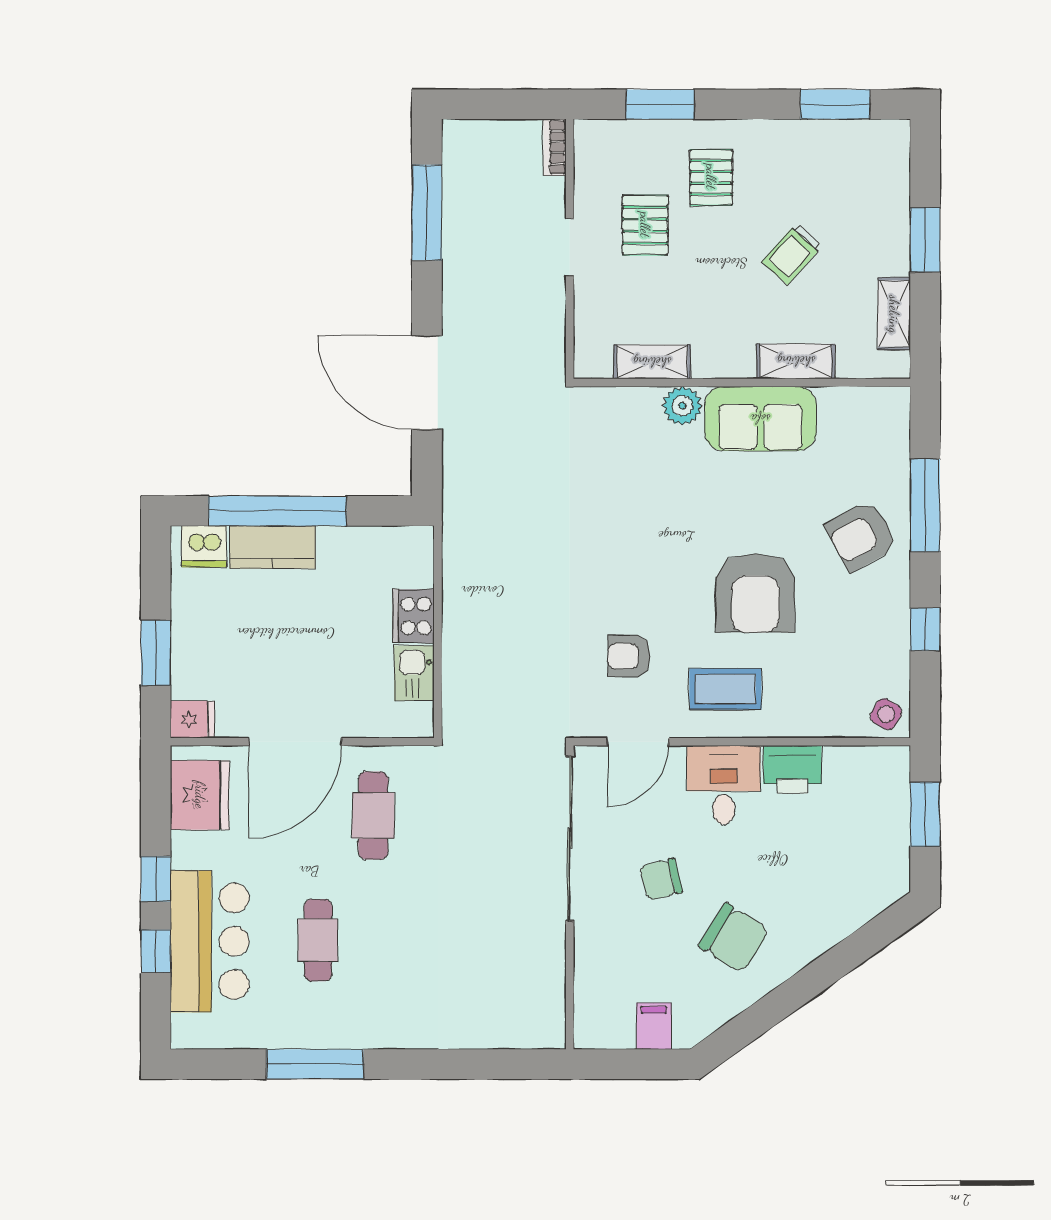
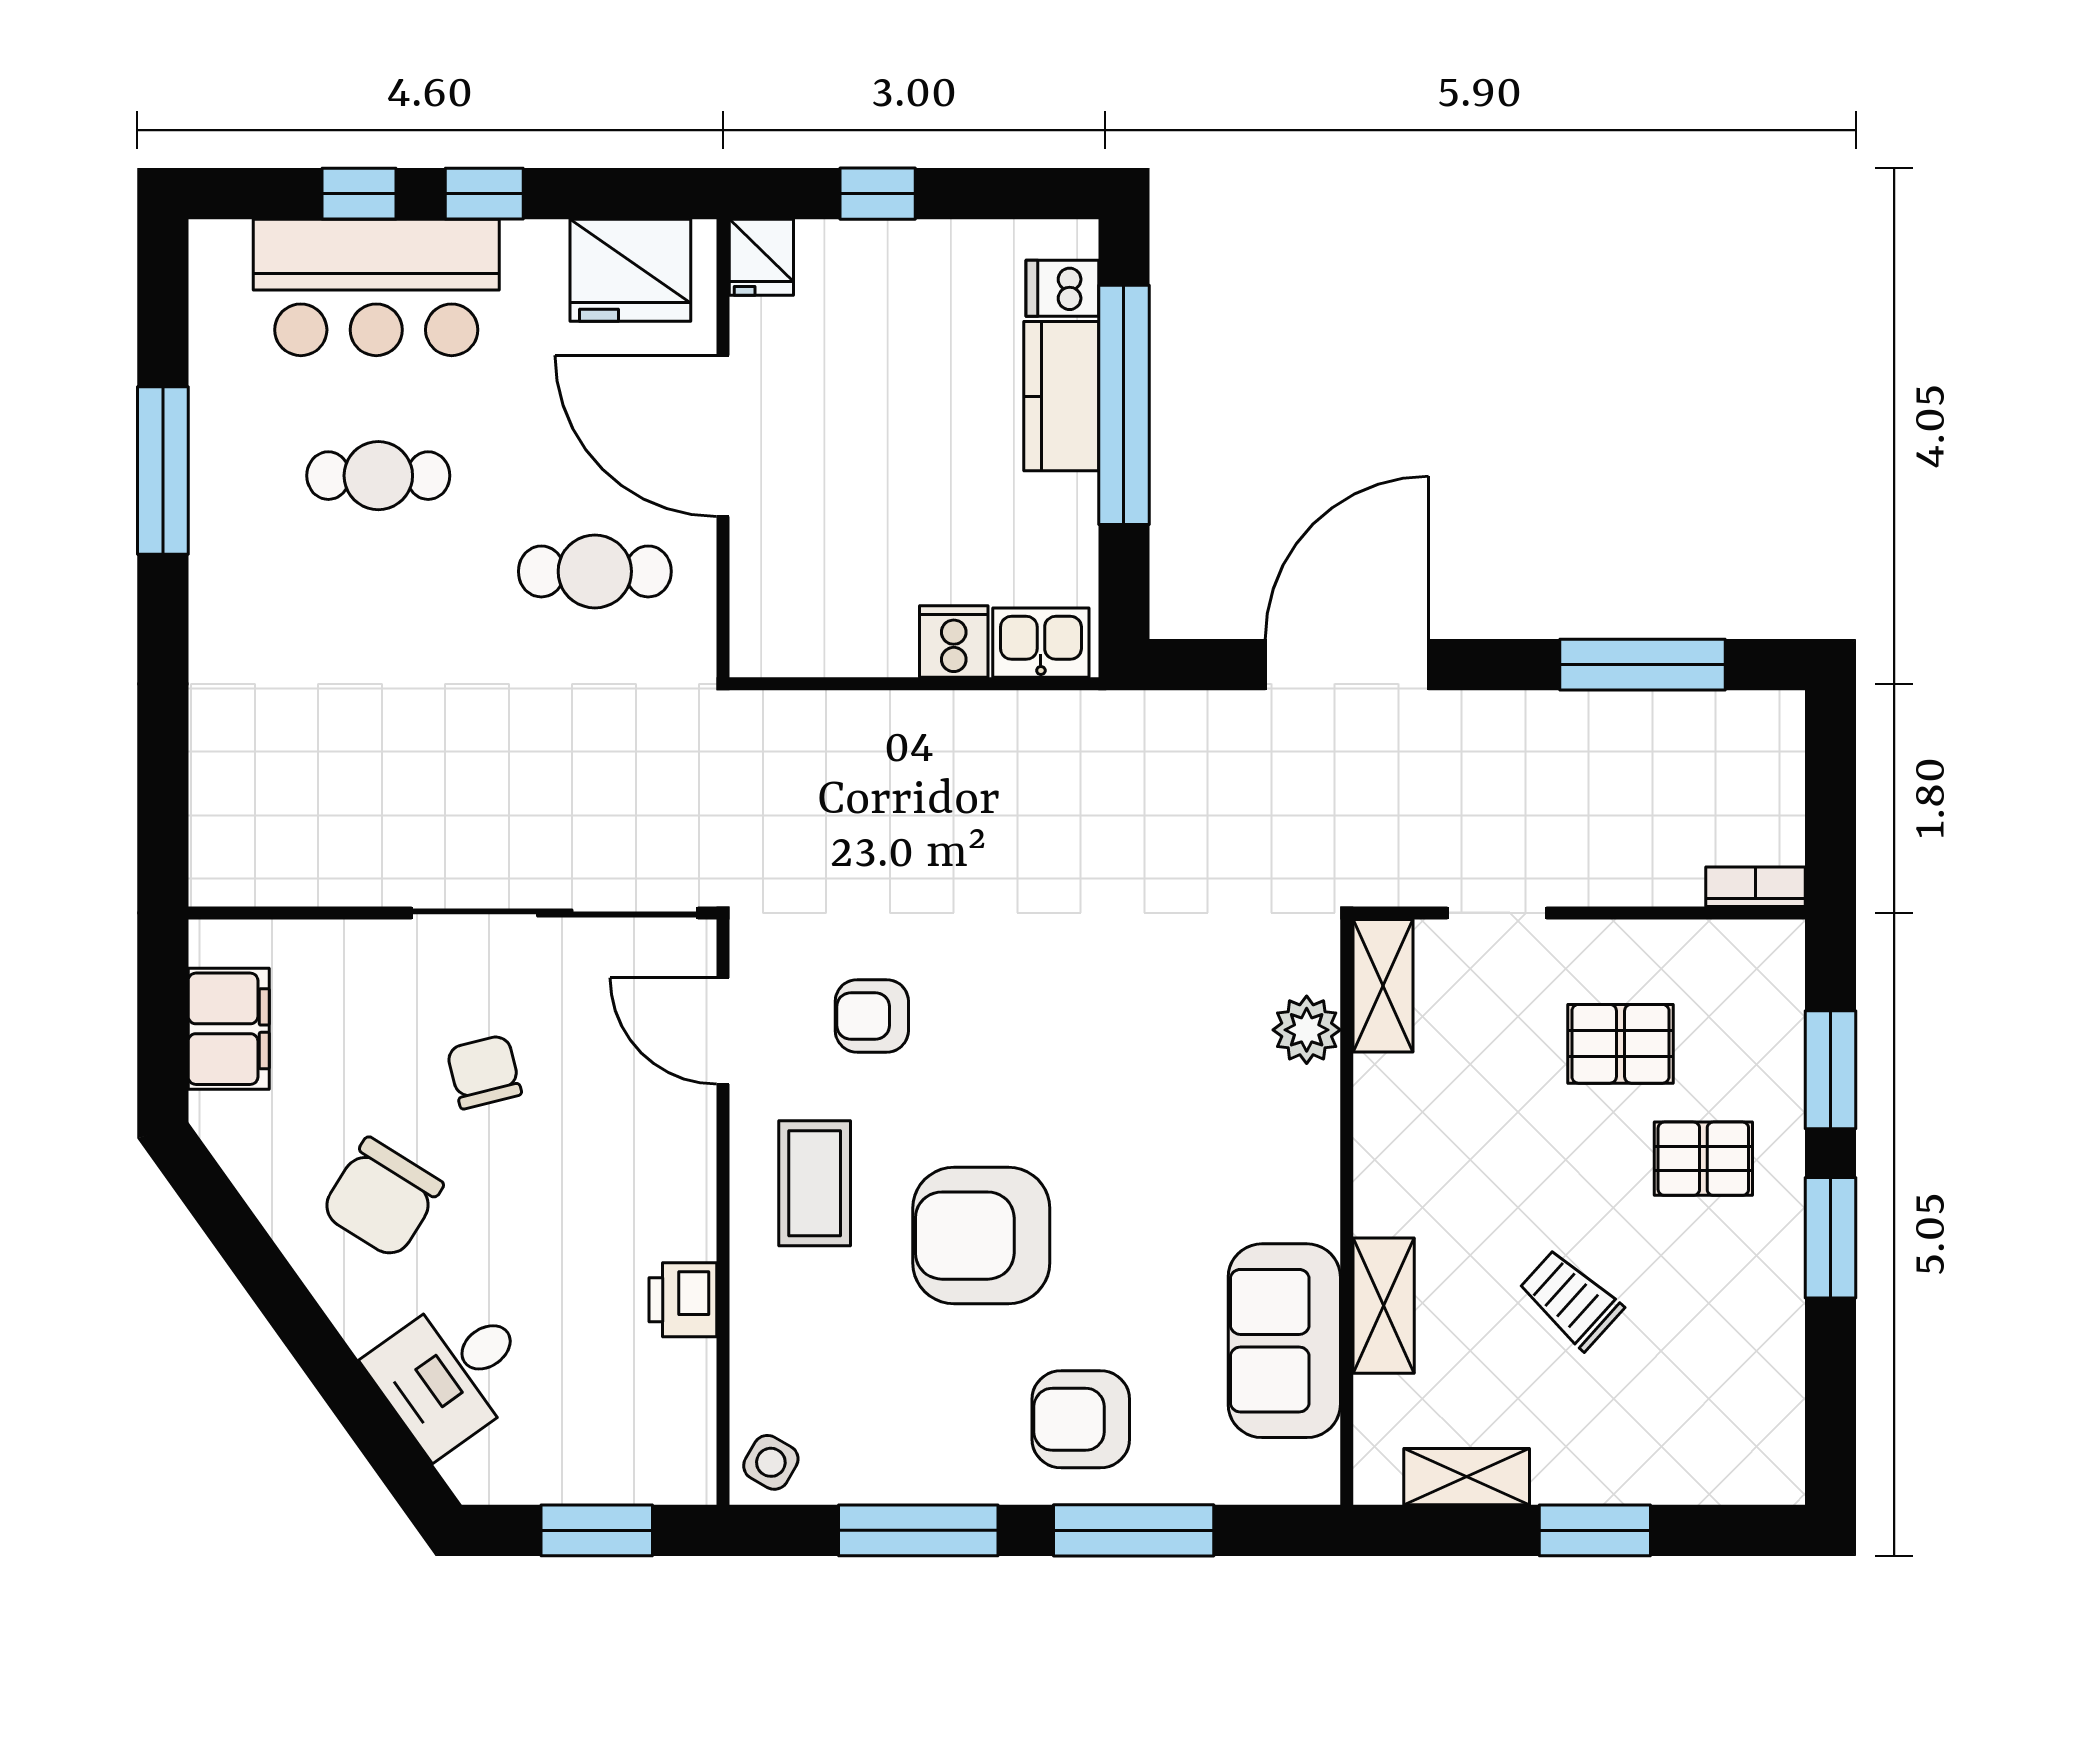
window: (835, 104) -> (1831, 1238), moved
doorway: (570, 247) -> (1497, 913), moved
shelving: (652, 362) -> (1383, 986), moved
plant: (682, 406) -> (1307, 1030), moved
sofa: (760, 419) -> (1284, 1341), moved
armchair: (861, 536) -> (1081, 1419), turned -61
dishwasher: (204, 546) -> (1062, 288), width x0.73
cooker: (413, 616) -> (954, 641), width x0.73
window: (925, 629) -> (918, 1530), width x2.17
window: (156, 653) -> (878, 194), width x0.67
armchair: (629, 656) -> (872, 1016), turned -90
kitchen sink: (414, 673) -> (1041, 643), moved
printer: (792, 769) -> (683, 1300), width x0.73, depth x0.81
desk: (724, 785) -> (451, 1372), moved, turned 144
filing cabinet: (654, 1026) -> (229, 1029), width x2.00

